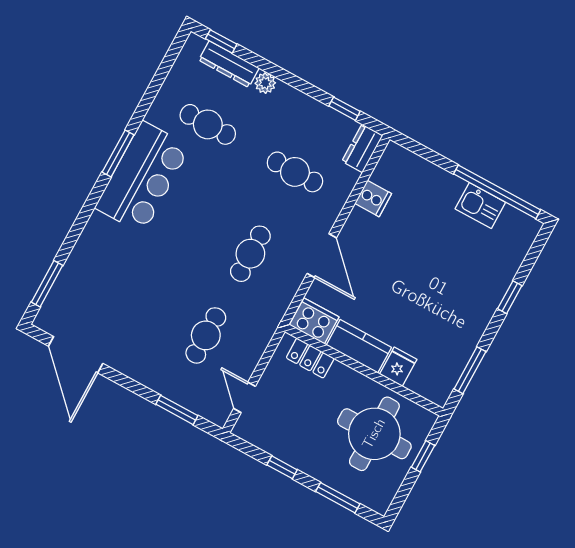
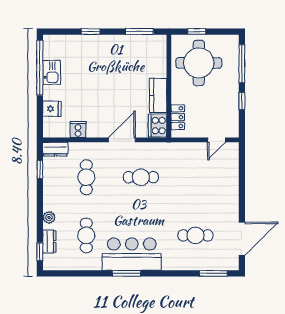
dresser: (229, 64) -> (49, 241), width x0.70
cafe table: (206, 335) -> (195, 235), moved
fridge: (398, 367) -> (52, 109), moved, turned 180
window: (177, 410) -> (242, 171), removed
window: (338, 498) -> (242, 64), width x1.44

